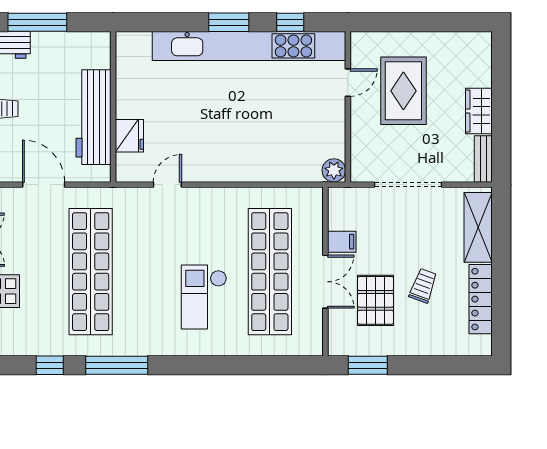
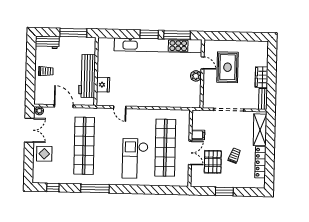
window: (37, 22) -> (73, 33), moved
window: (290, 22) -> (177, 35), width x2.17
door: (348, 83) -> (202, 63), hinge flipped
plant: (334, 170) -> (196, 76), moved
door: (167, 185) -> (120, 107), swing flipped
checkout: (204, 297) -> (135, 158), width x1.36, depth x1.21
window: (50, 365) -> (53, 188), moved
window: (368, 365) -> (224, 191), moved

